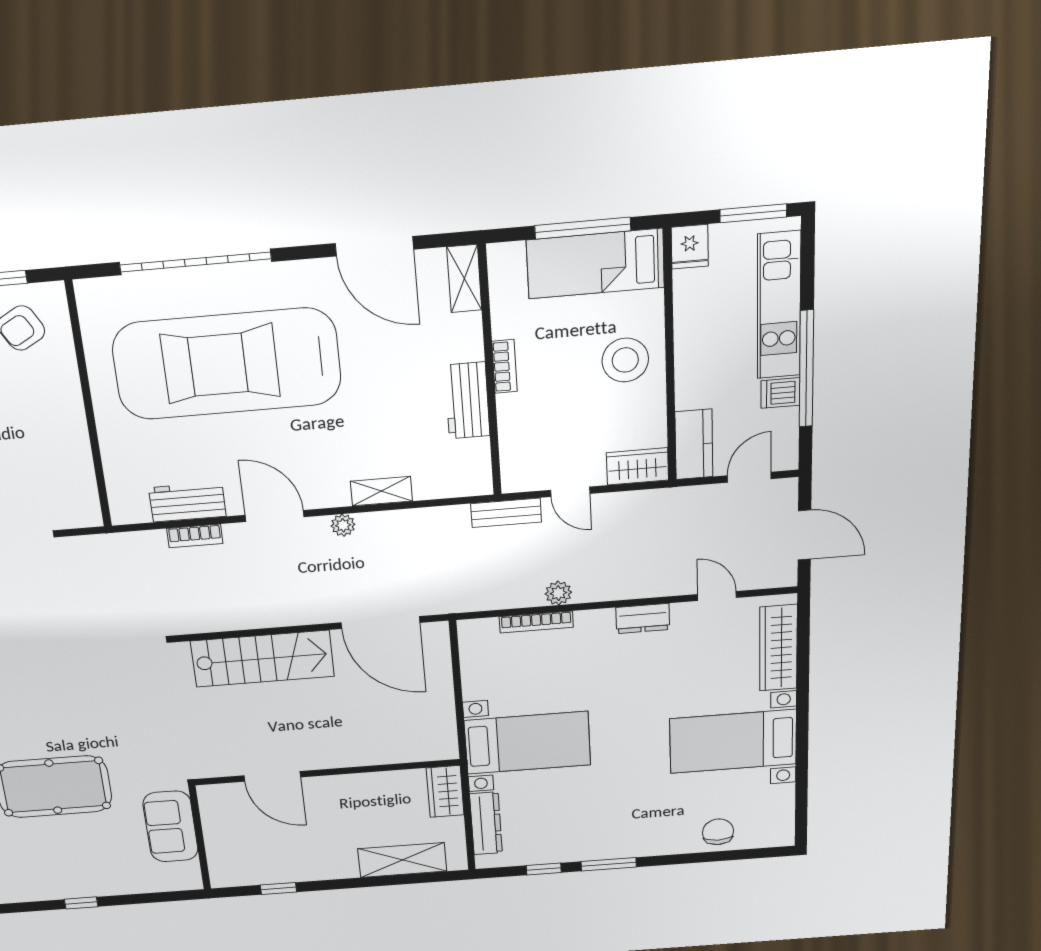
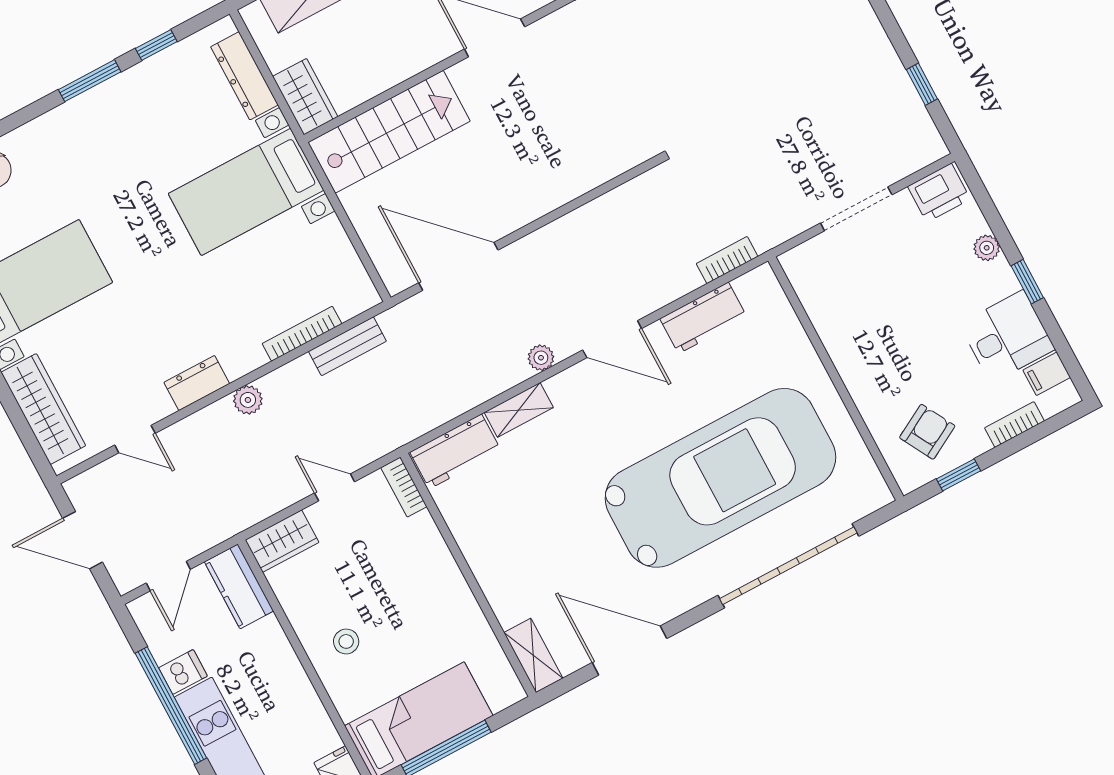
stool: (625, 360) -> (346, 641), width x0.53, depth x0.53
bookcase: (504, 366) -> (404, 487), moved
workbench: (467, 400) -> (455, 451), moved, turned 90
bench: (506, 513) -> (347, 346), moved
bookcase: (195, 536) -> (727, 260), moved
plant: (558, 593) -> (248, 400), moved
stairs: (262, 659) -> (389, 132), moved, turned 180

